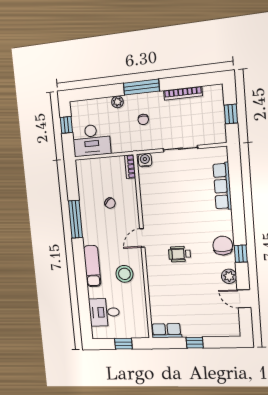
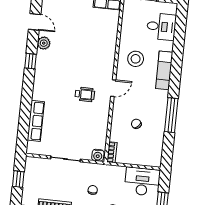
chair: (223, 246) -> (44, 70), removed
wheelchair: (180, 254) -> (85, 94), moved

